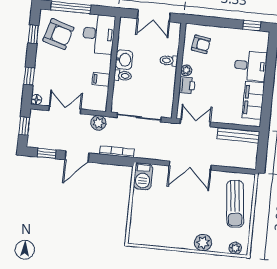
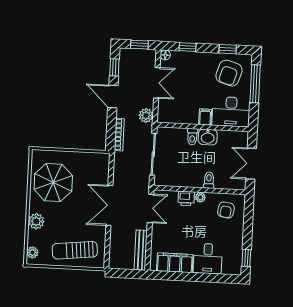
filing cabinet: (101, 79) -> (205, 117), moved
barbecue: (143, 176) -> (97, 161), removed
parasol: (163, 223) -> (53, 183), added

